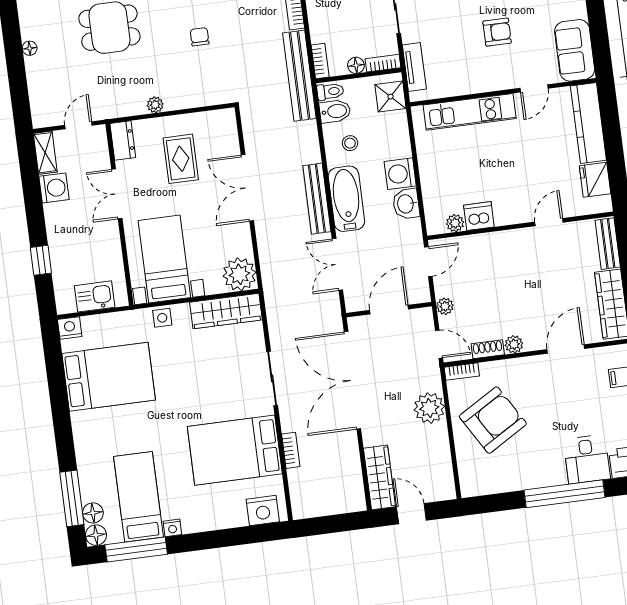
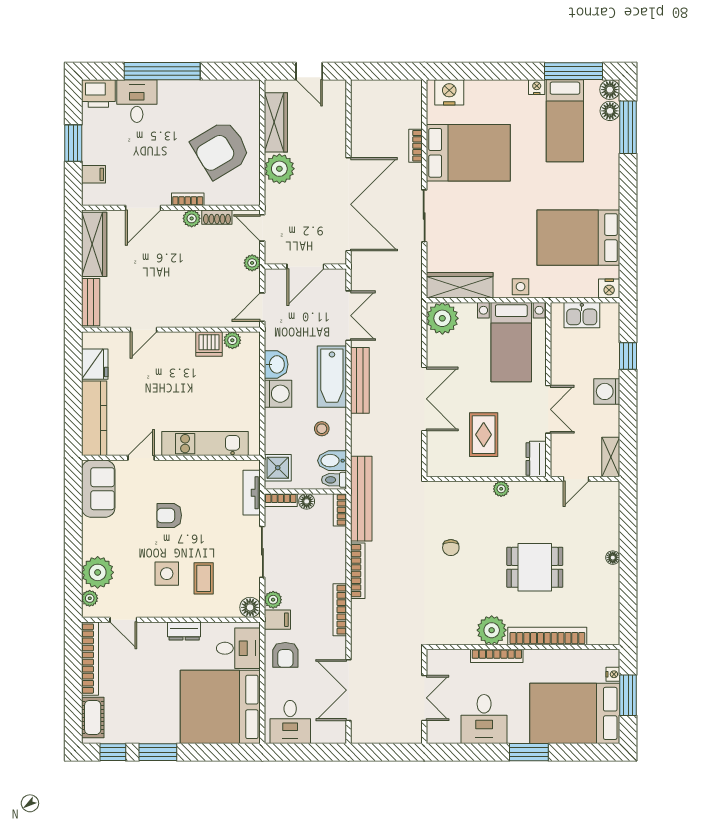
washing machine: (54, 188) -> (607, 391), moved
bookcase: (462, 372) -> (188, 199), moved
wardrobe: (379, 477) -> (276, 122), moved, turned 180

